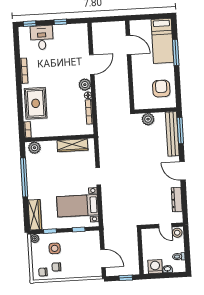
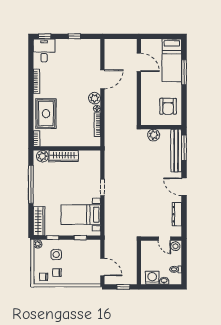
desk: (42, 38) -> (44, 50), moved
armchair: (161, 89) -> (168, 106), turned 180
wardrobe: (72, 145) -> (64, 156), moved

